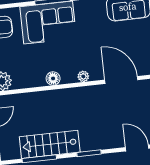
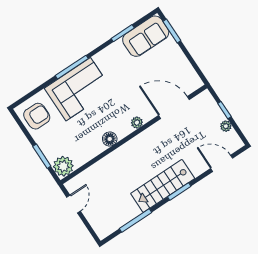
stairs: (50, 144) -> (163, 186), moved

